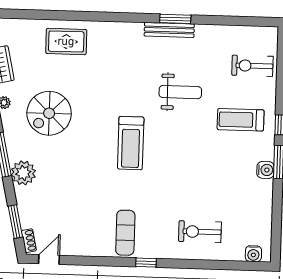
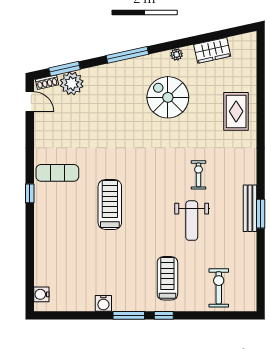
treadmill: (131, 143) -> (110, 204), moved, turned 90
water cooler: (265, 170) -> (103, 303), moved
plant: (23, 173) -> (72, 83), moved
exercise bike: (200, 232) -> (199, 175), moved, width x0.73, depth x0.72

